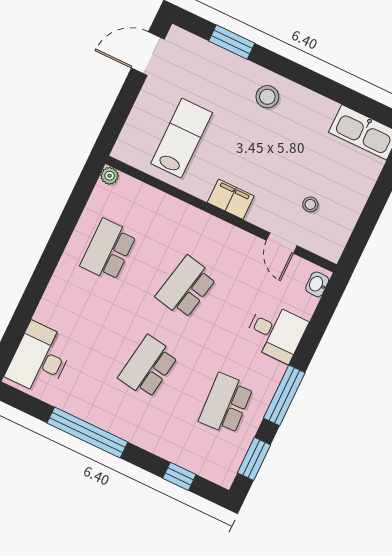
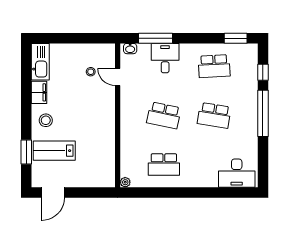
door: (148, 54) -> (53, 193), hinge flipped
lab bench: (182, 138) -> (54, 151), moved
filing cabinet: (231, 199) -> (39, 92), moved, turned 180
door: (282, 243) -> (118, 77), swing flipped
window: (284, 395) -> (155, 38), moved
window: (87, 432) -> (263, 113), moved

